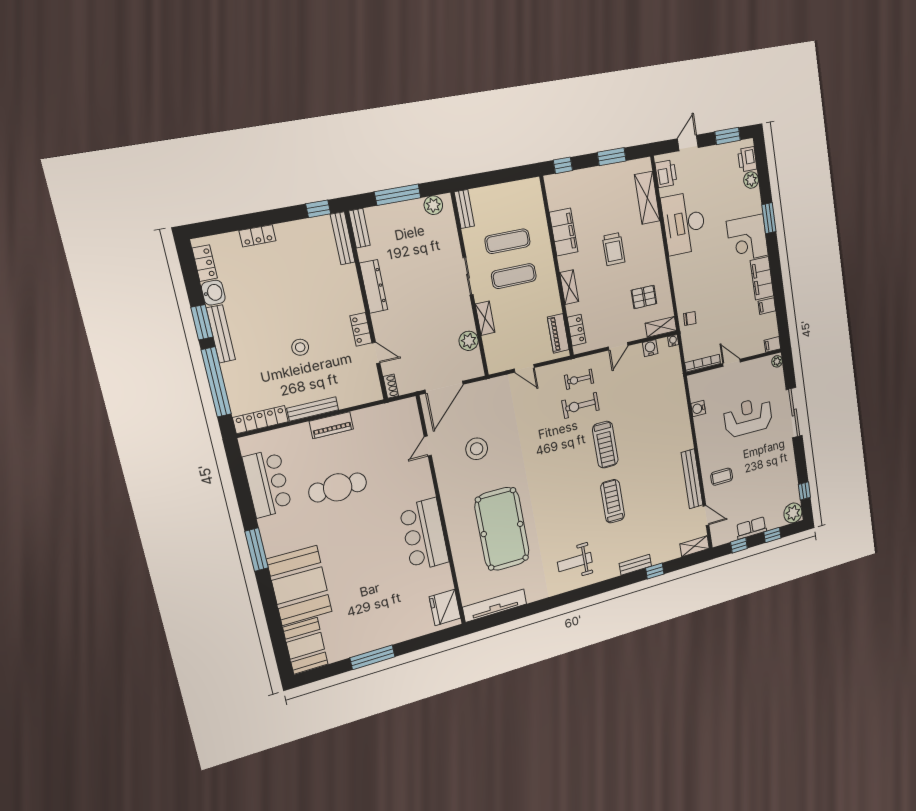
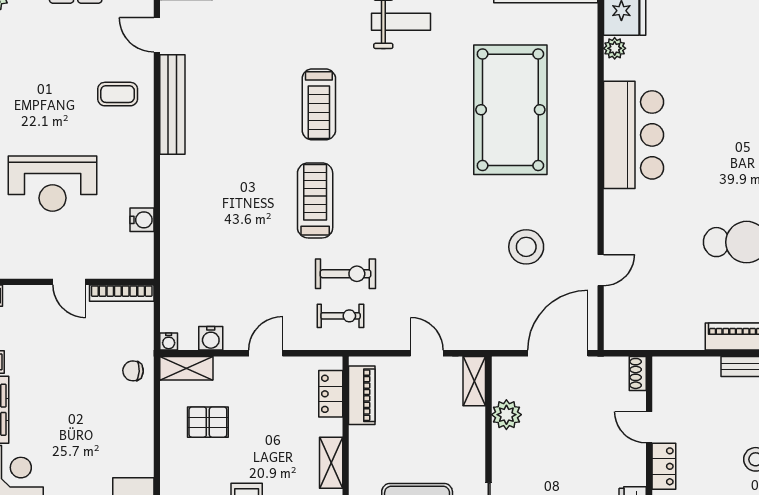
shelving: (485, 318) -> (474, 381), moved
plant: (447, 583) -> (615, 48), added

